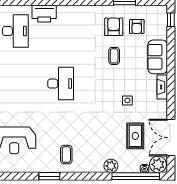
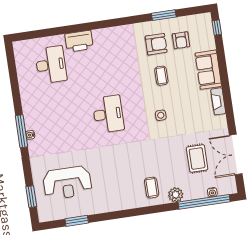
armchair: (114, 27) -> (156, 44), turned 90
side table: (127, 100) -> (161, 115), moved
coffee table: (66, 155) -> (152, 188), moved
plant: (158, 164) -> (226, 186), removed
window: (49, 176) -> (77, 221), moved

